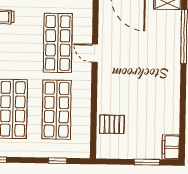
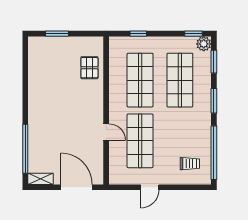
pallet: (112, 124) -> (89, 68), turned 90
filing cabinet: (171, 147) -> (36, 48), removed

